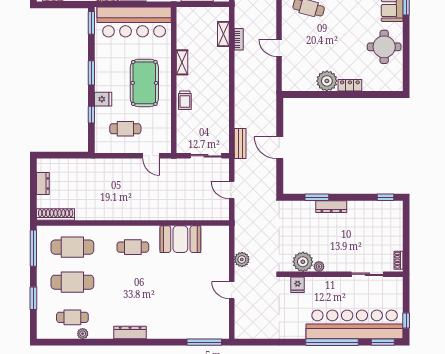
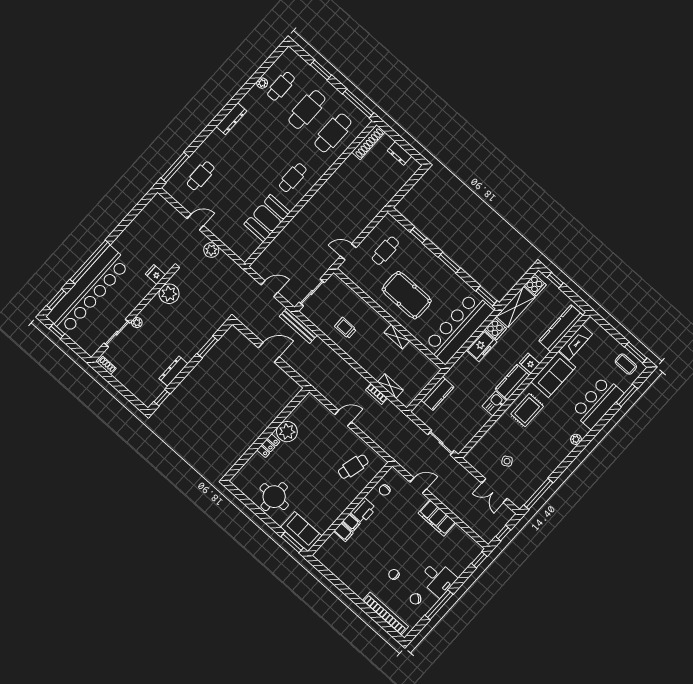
fridge: (103, 99) -> (422, 254), removed
trolley: (185, 100) -> (346, 328), moved
bench: (240, 144) -> (298, 326), width x1.36
dresser: (331, 207) -> (173, 371), moved
plant: (319, 267) -> (137, 323), moved
cafe table: (193, 317) -> (201, 176), added

